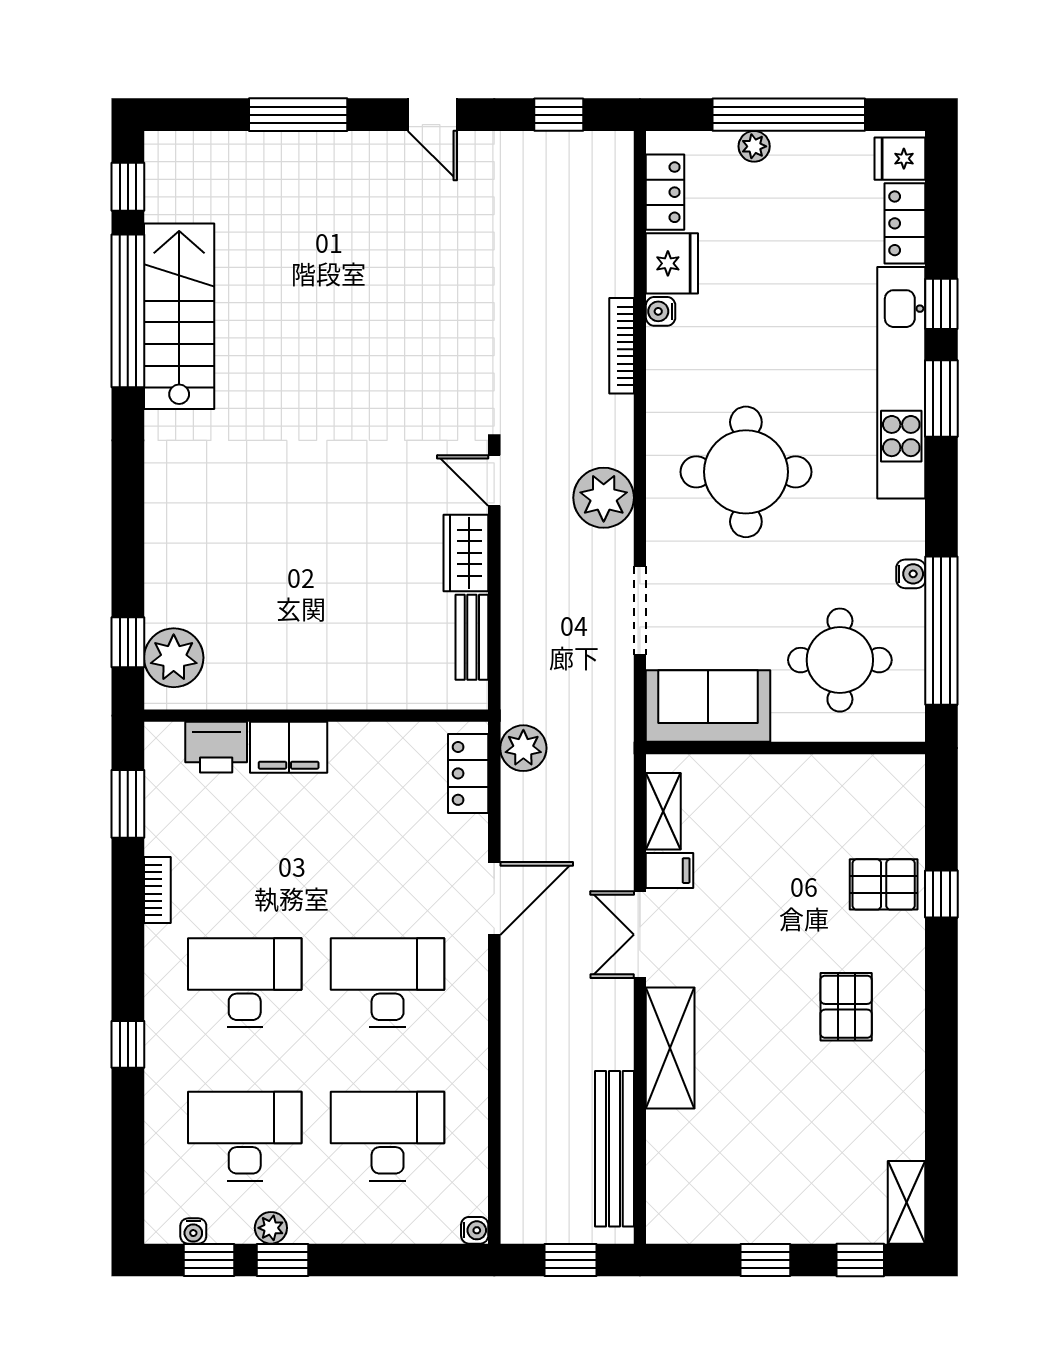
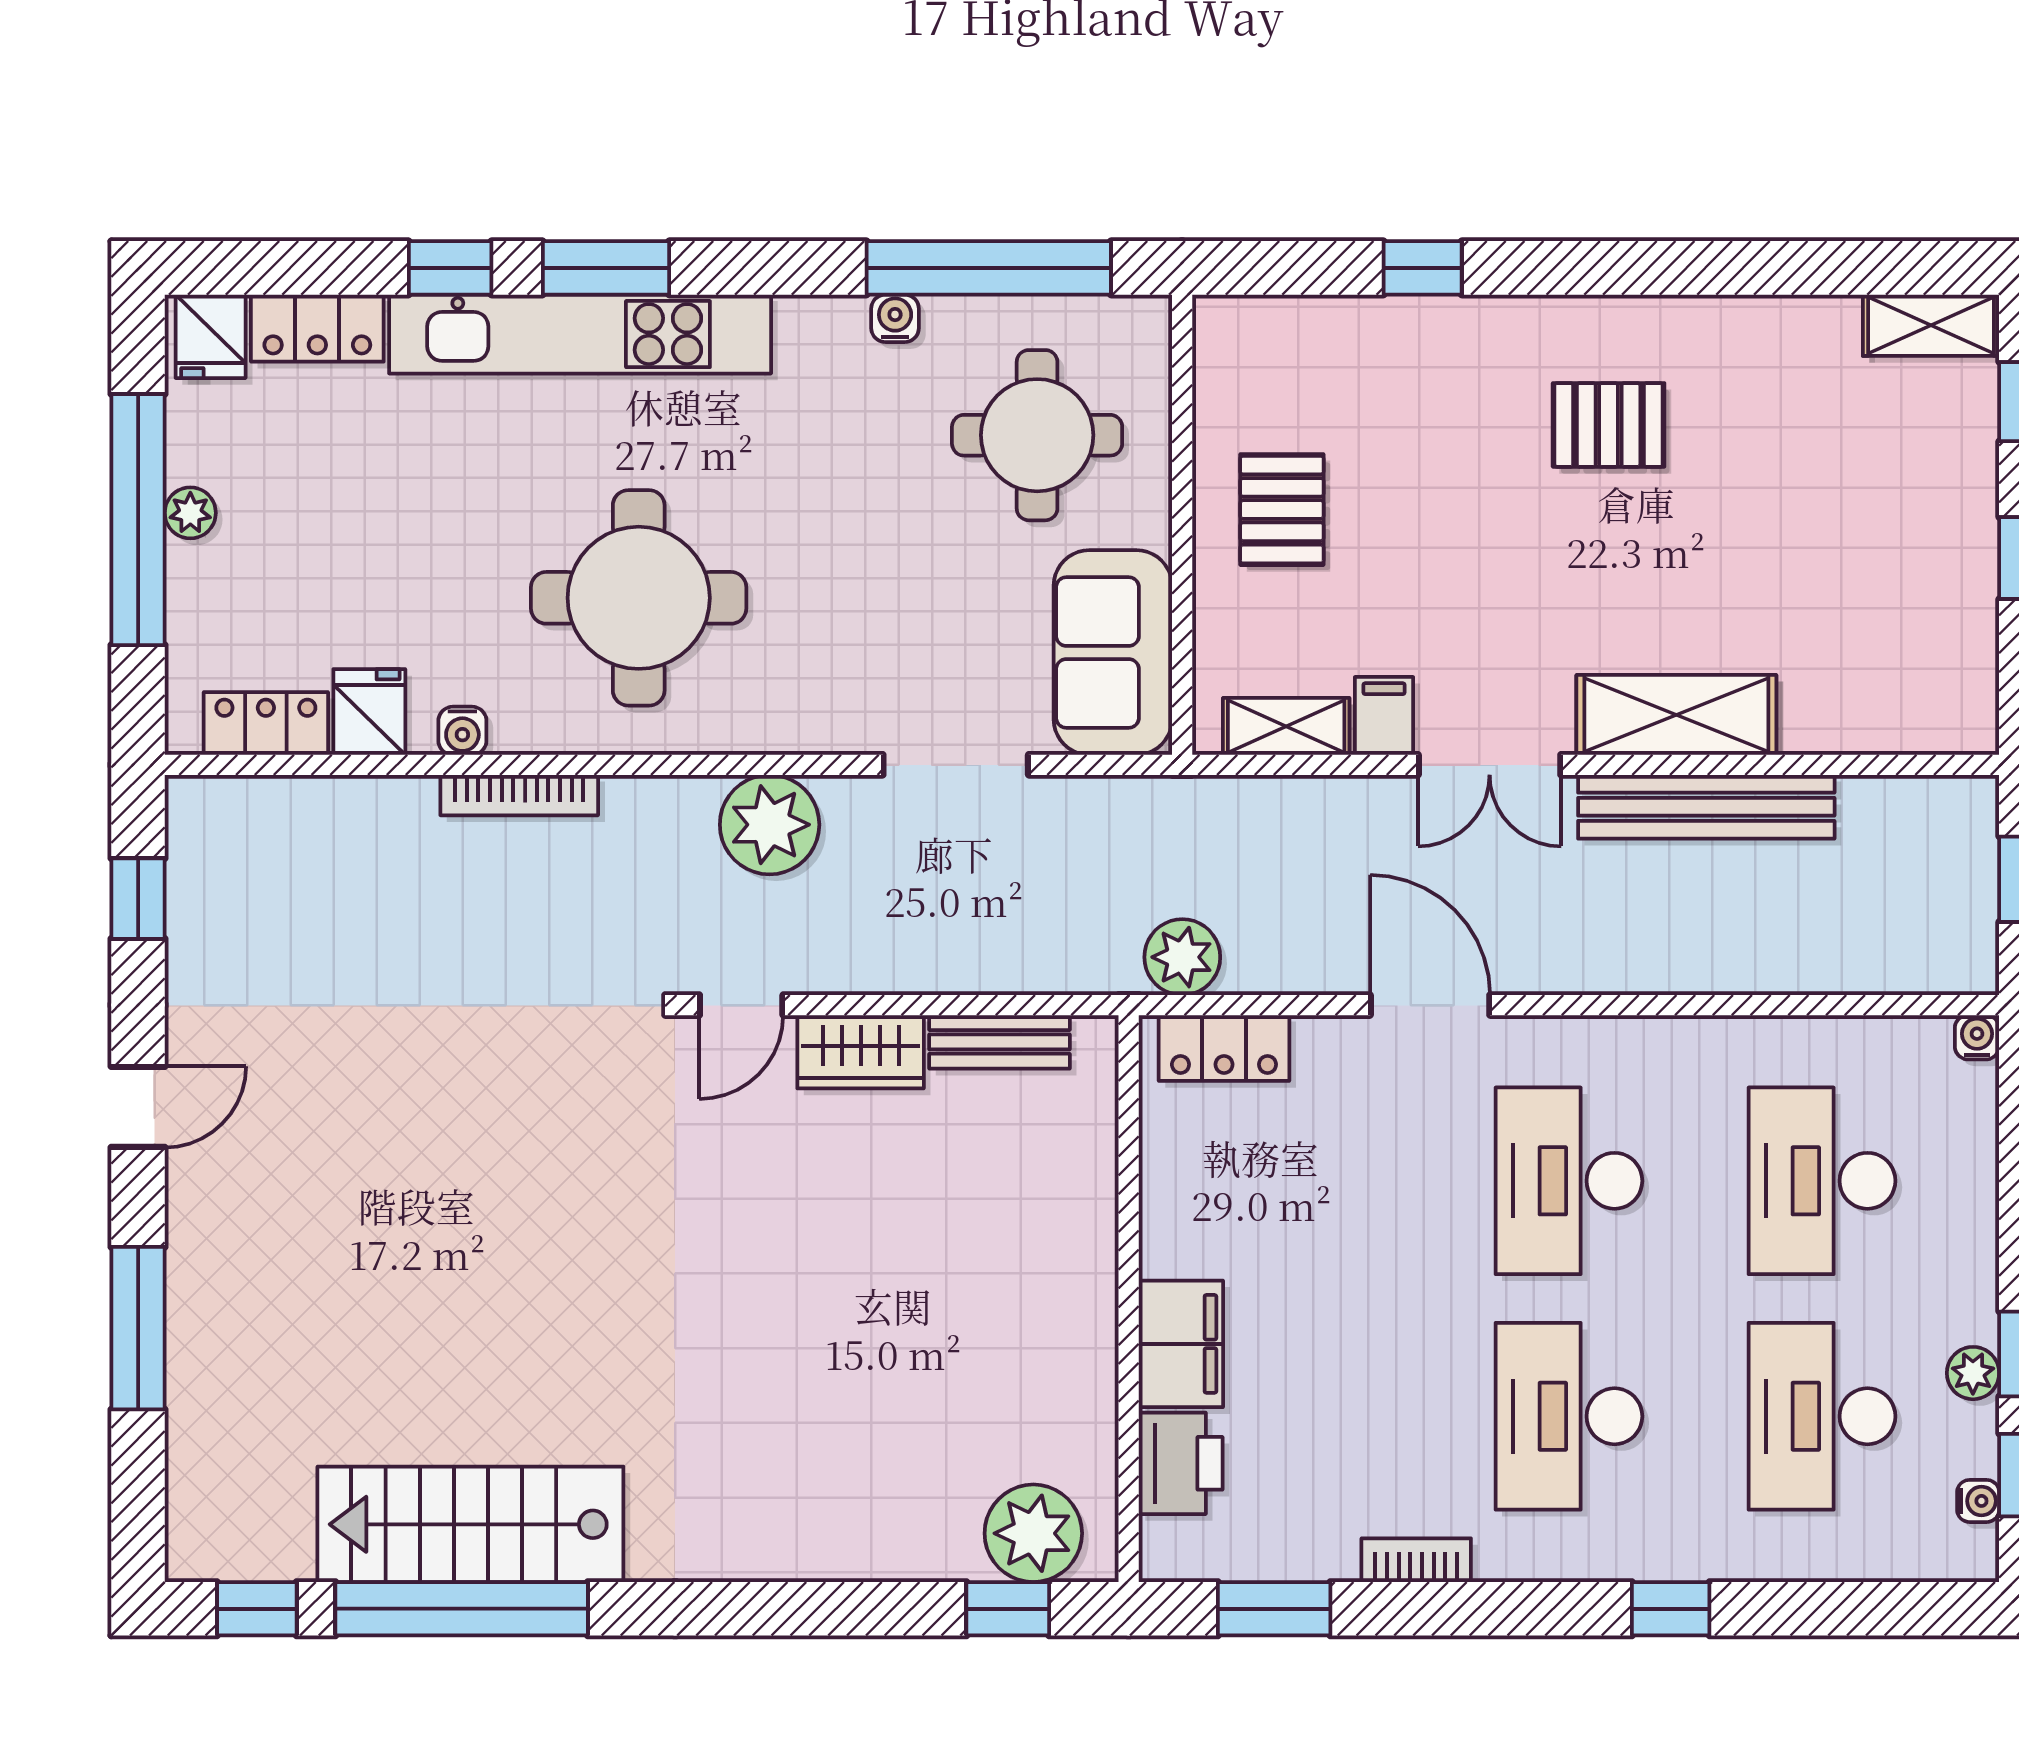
plant: (754, 146) -> (190, 513), moved
fridge: (672, 263) -> (369, 712), width x0.72
round table: (746, 472) -> (639, 598), moved
pallet: (884, 884) -> (1282, 510), moved
bench: (614, 1149) -> (1706, 807), moved

